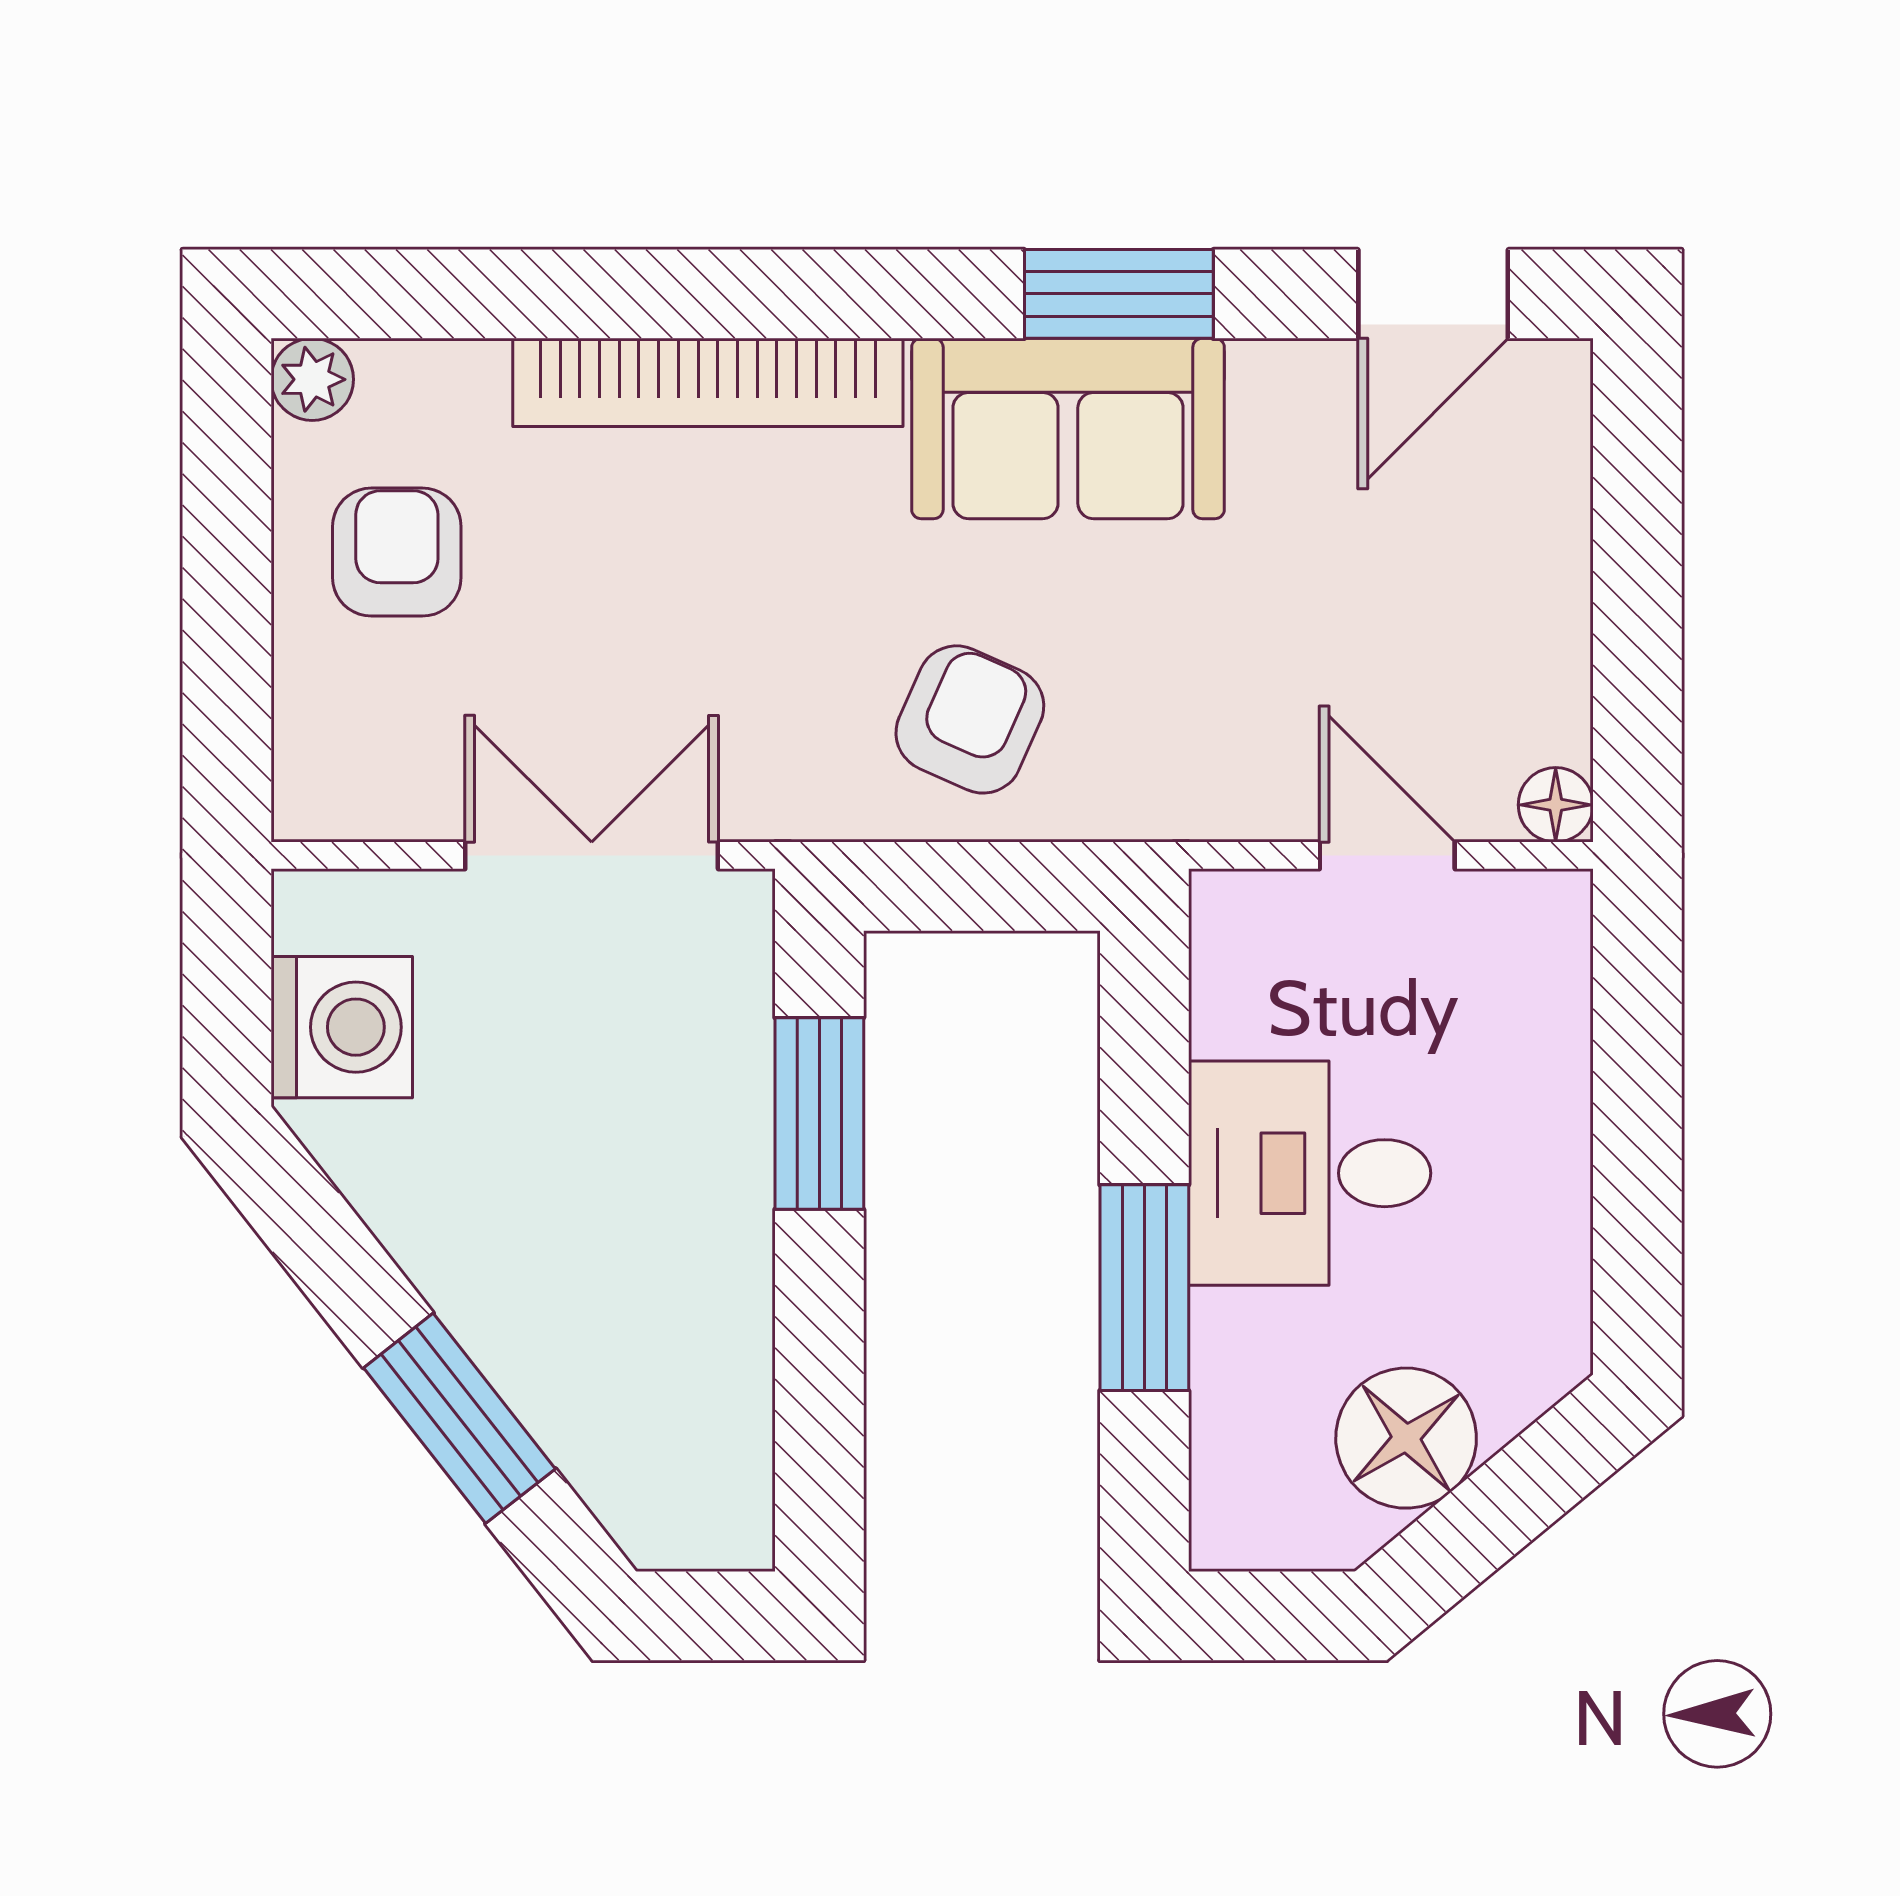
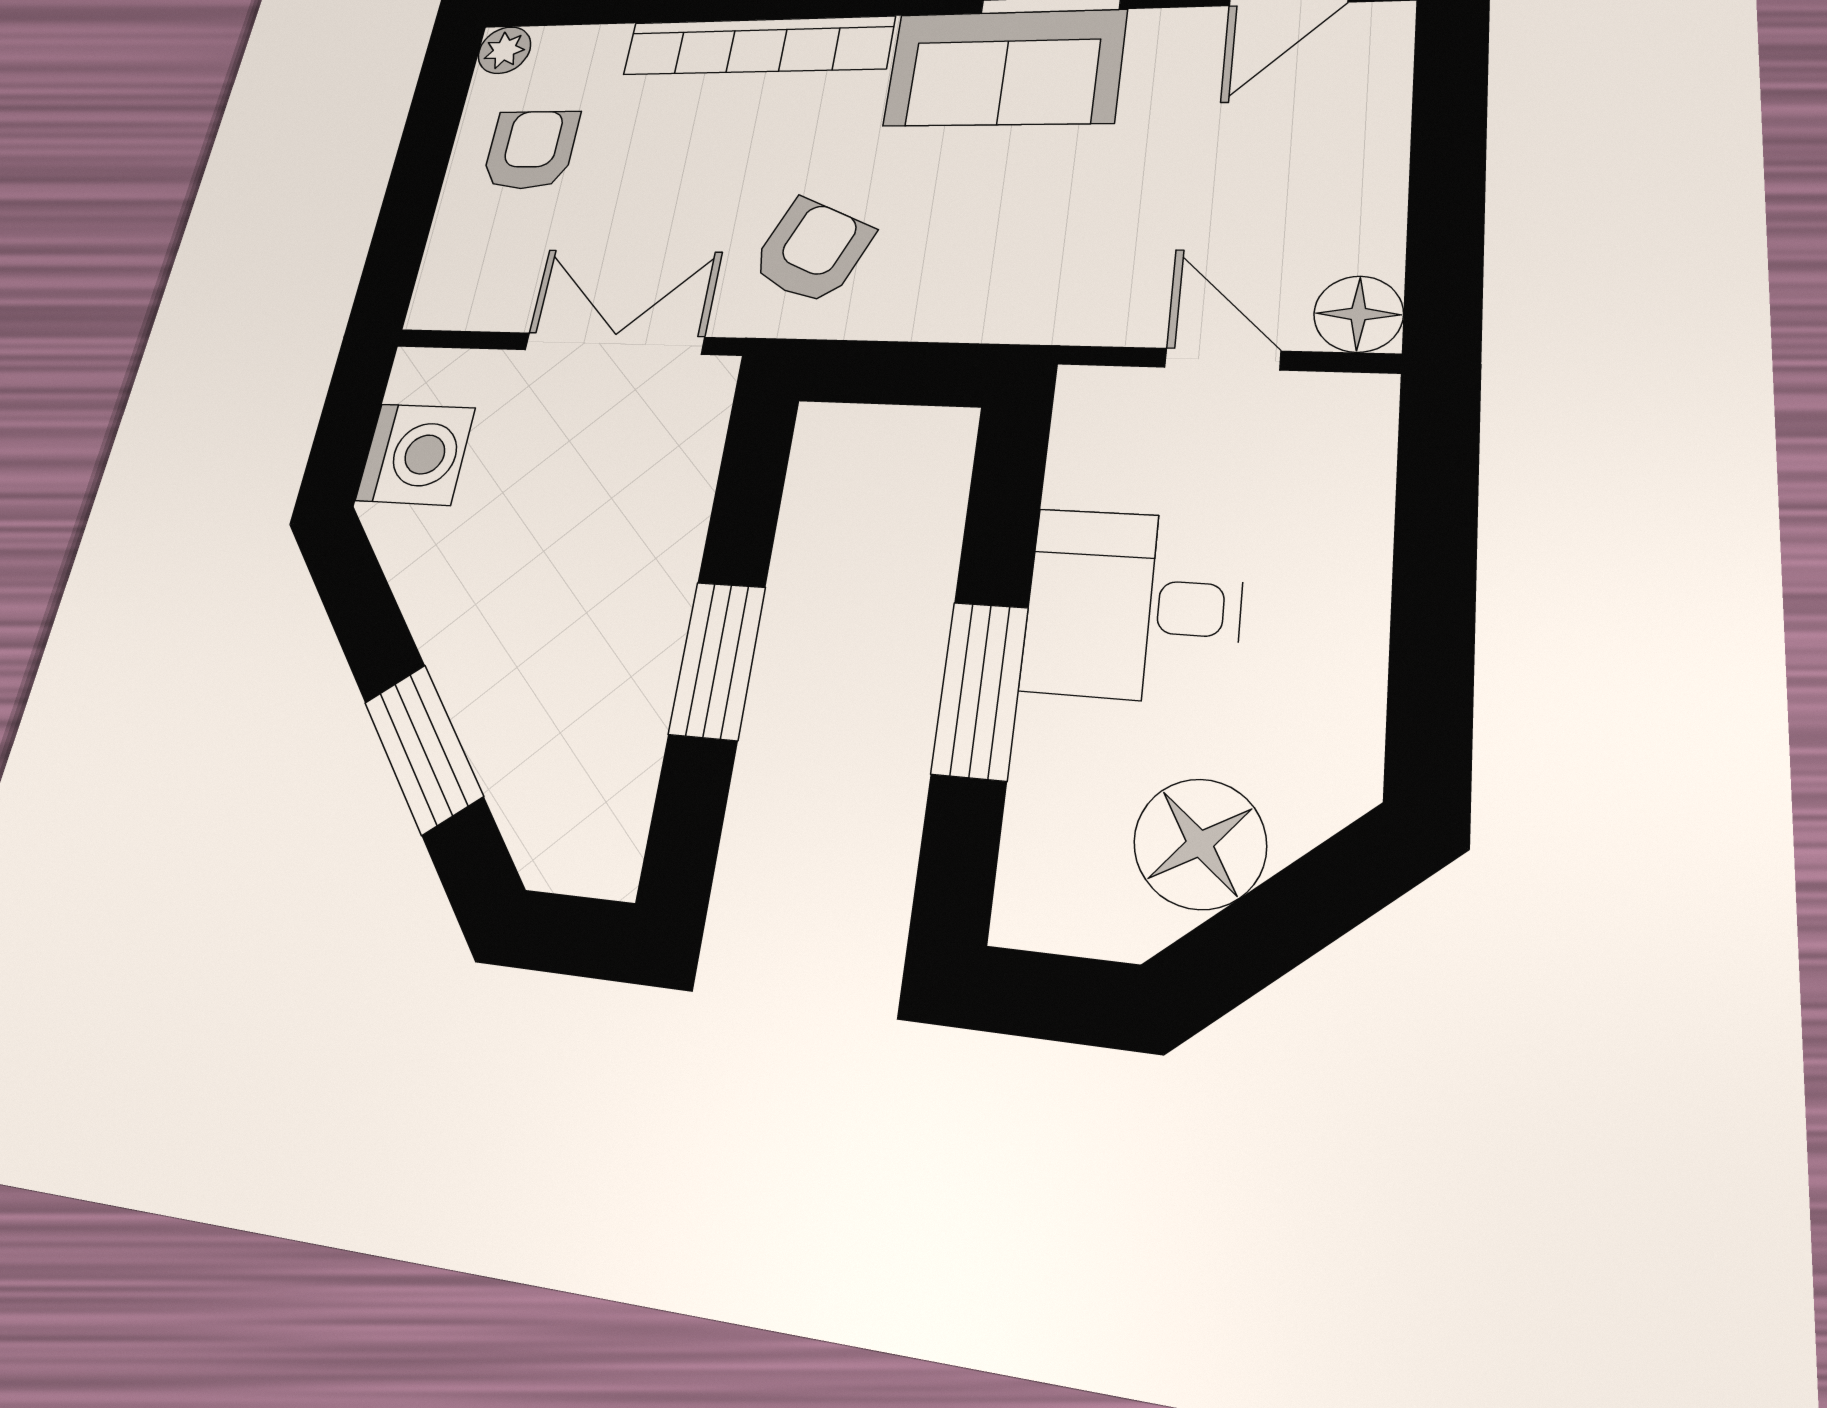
armchair: (970, 719) -> (812, 251), moved
floor lamp: (1556, 805) -> (1358, 314), width x1.37, depth x1.37
window: (819, 1114) -> (717, 660), moved

